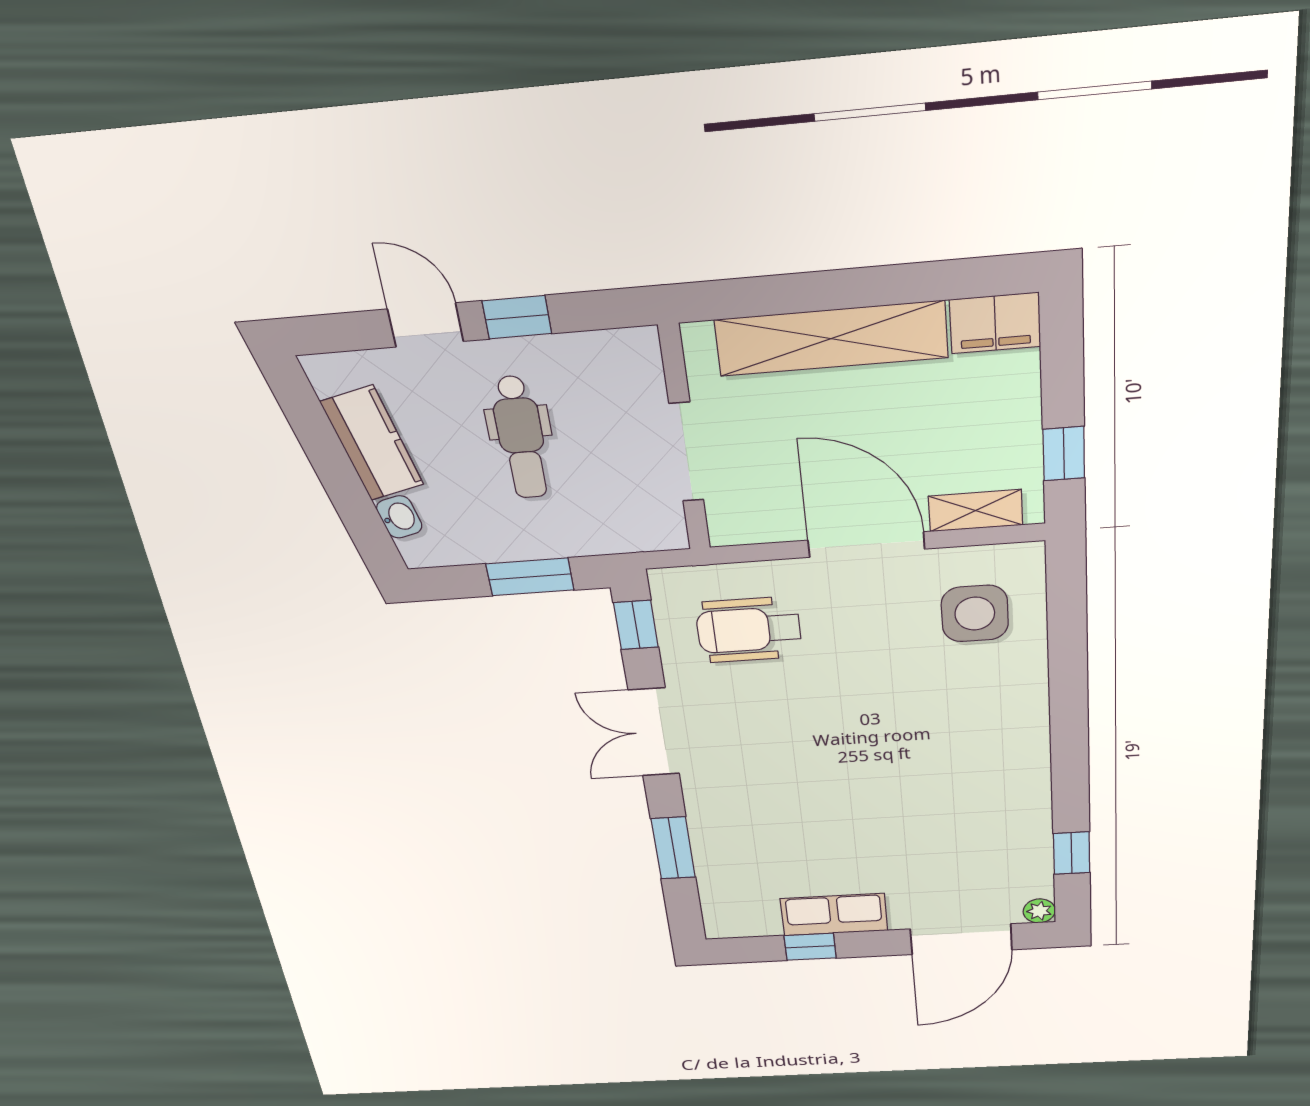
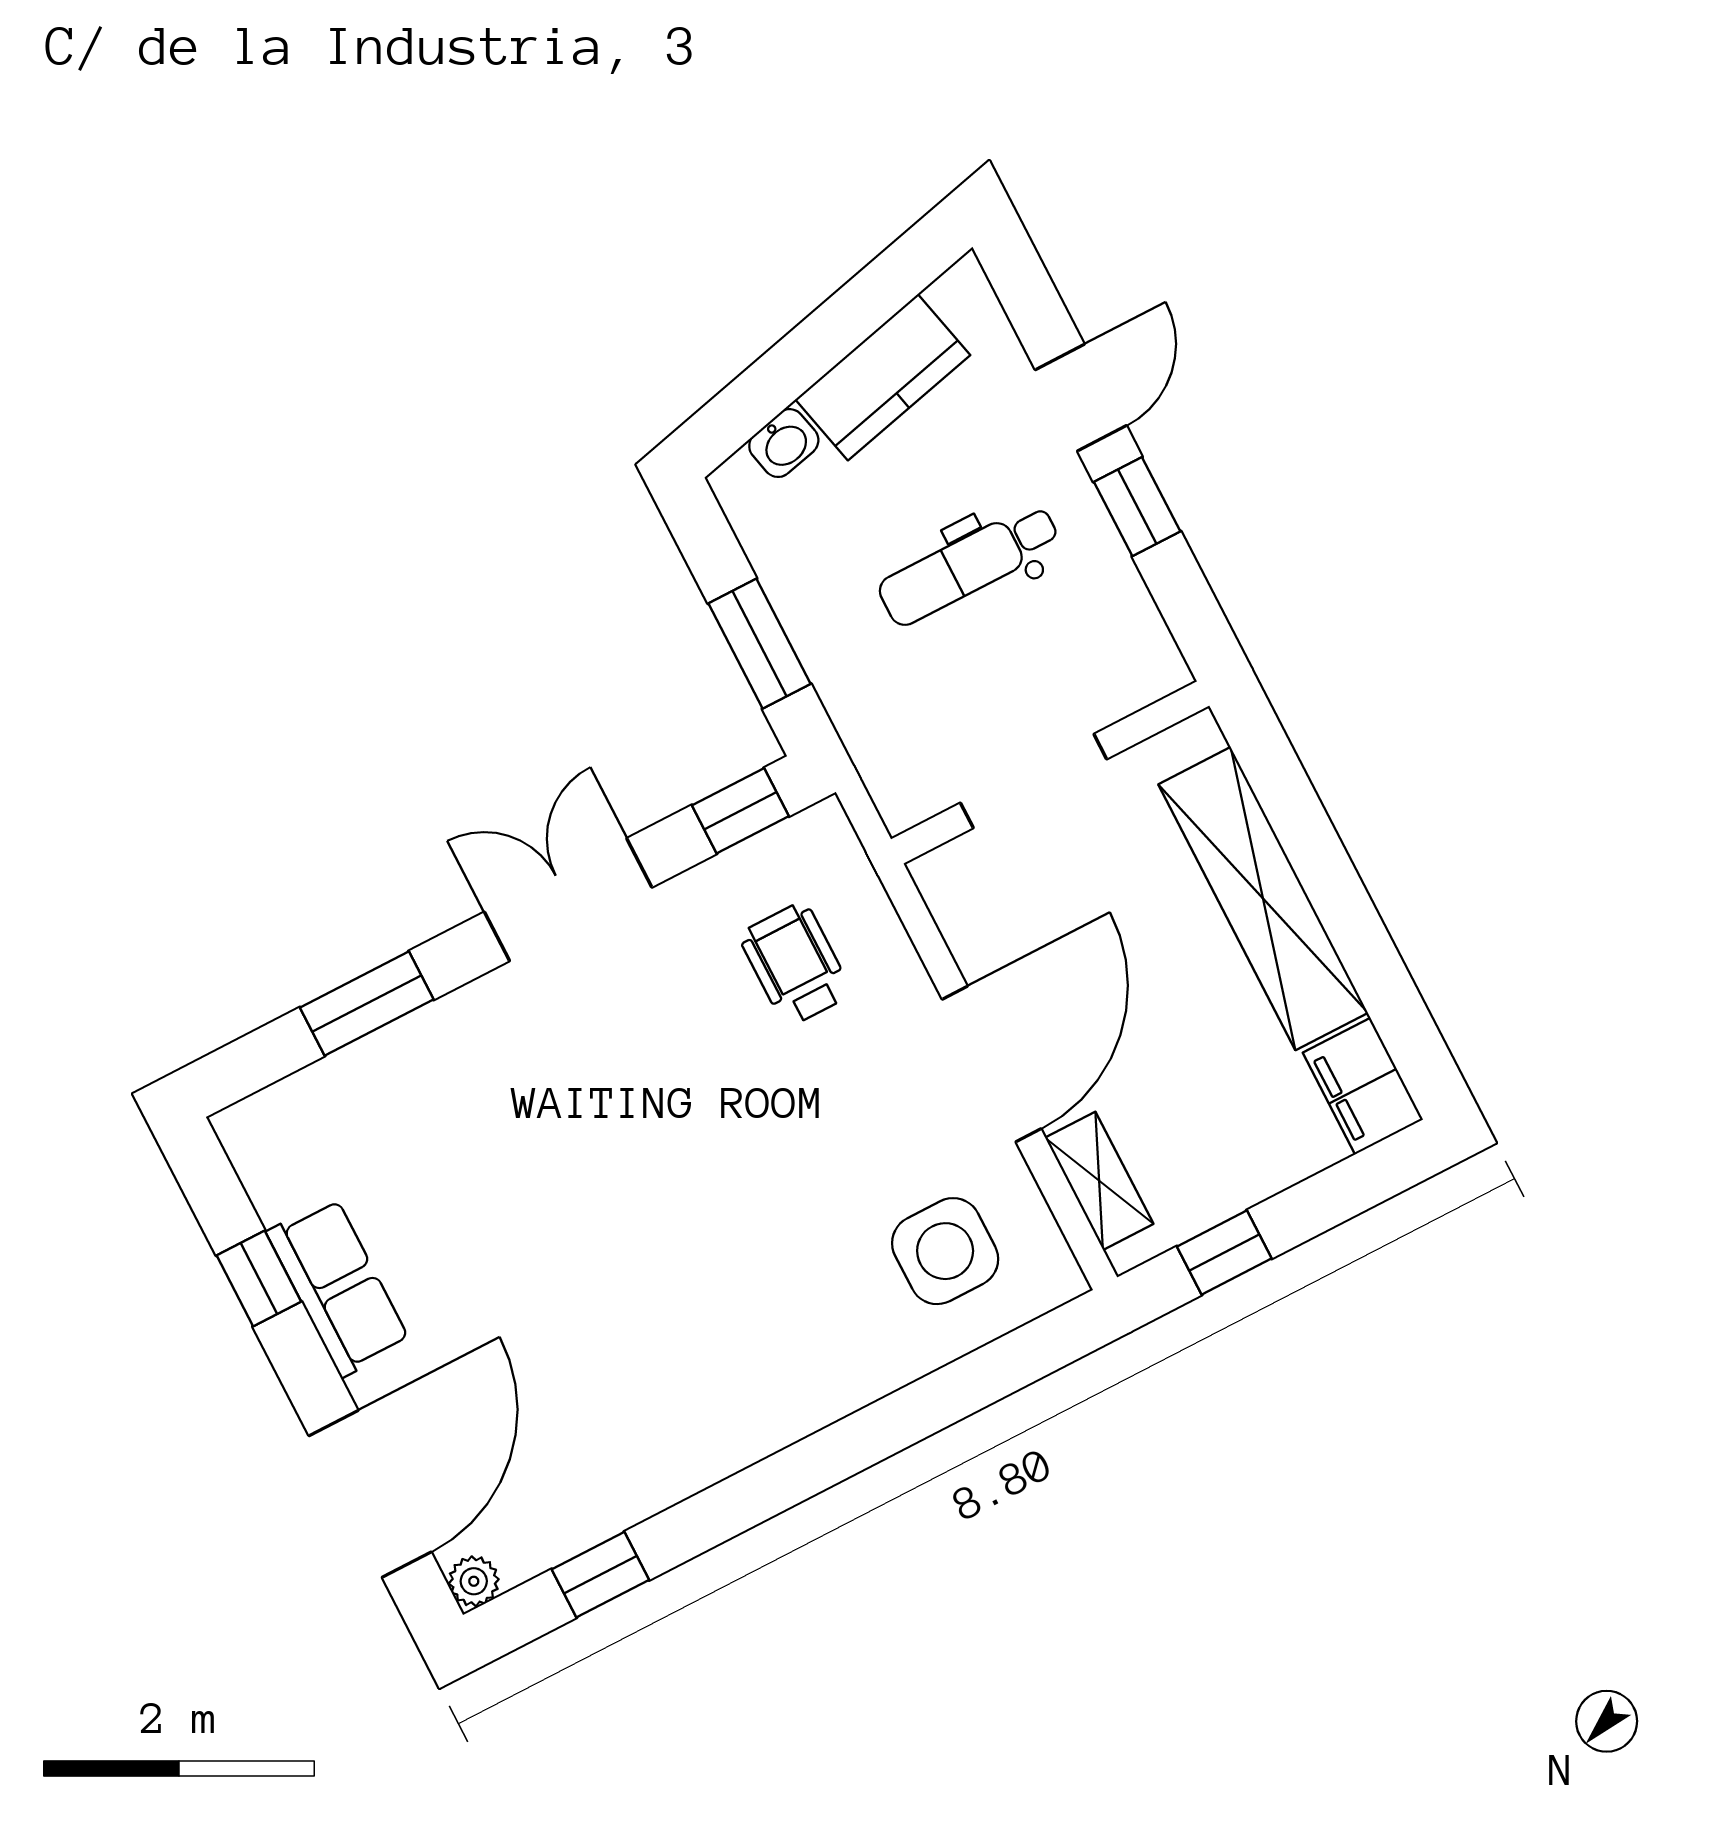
wheelchair: (749, 630) -> (795, 964), width x0.73, depth x0.73
door: (961, 939) -> (370, 1494), swing flipped

